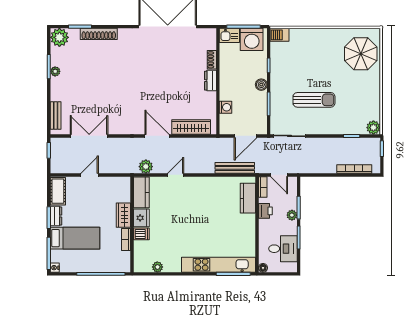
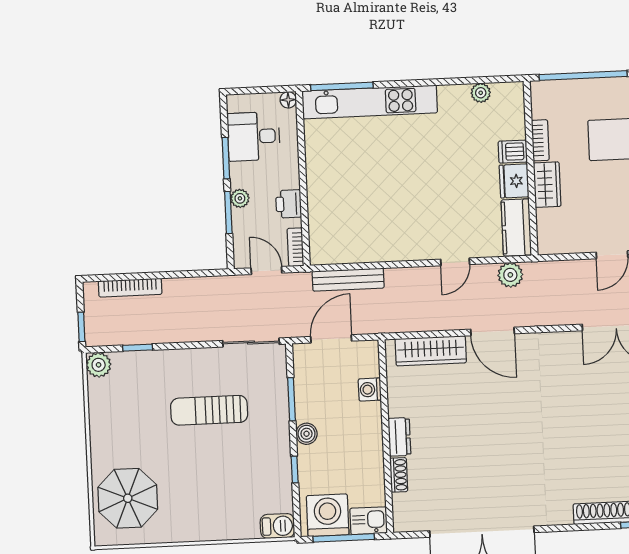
kitchen counter: (248, 198) -> (322, 226), removed

